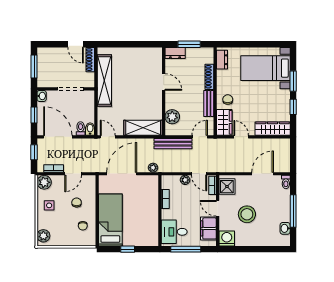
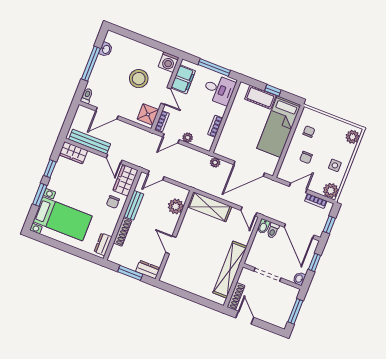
wardrobe: (273, 129) -> (73, 153), width x0.67
bench: (173, 144) -> (90, 142), moved
door: (199, 174) -> (171, 138), swing flipped
cot: (136, 239) -> (260, 97), added

